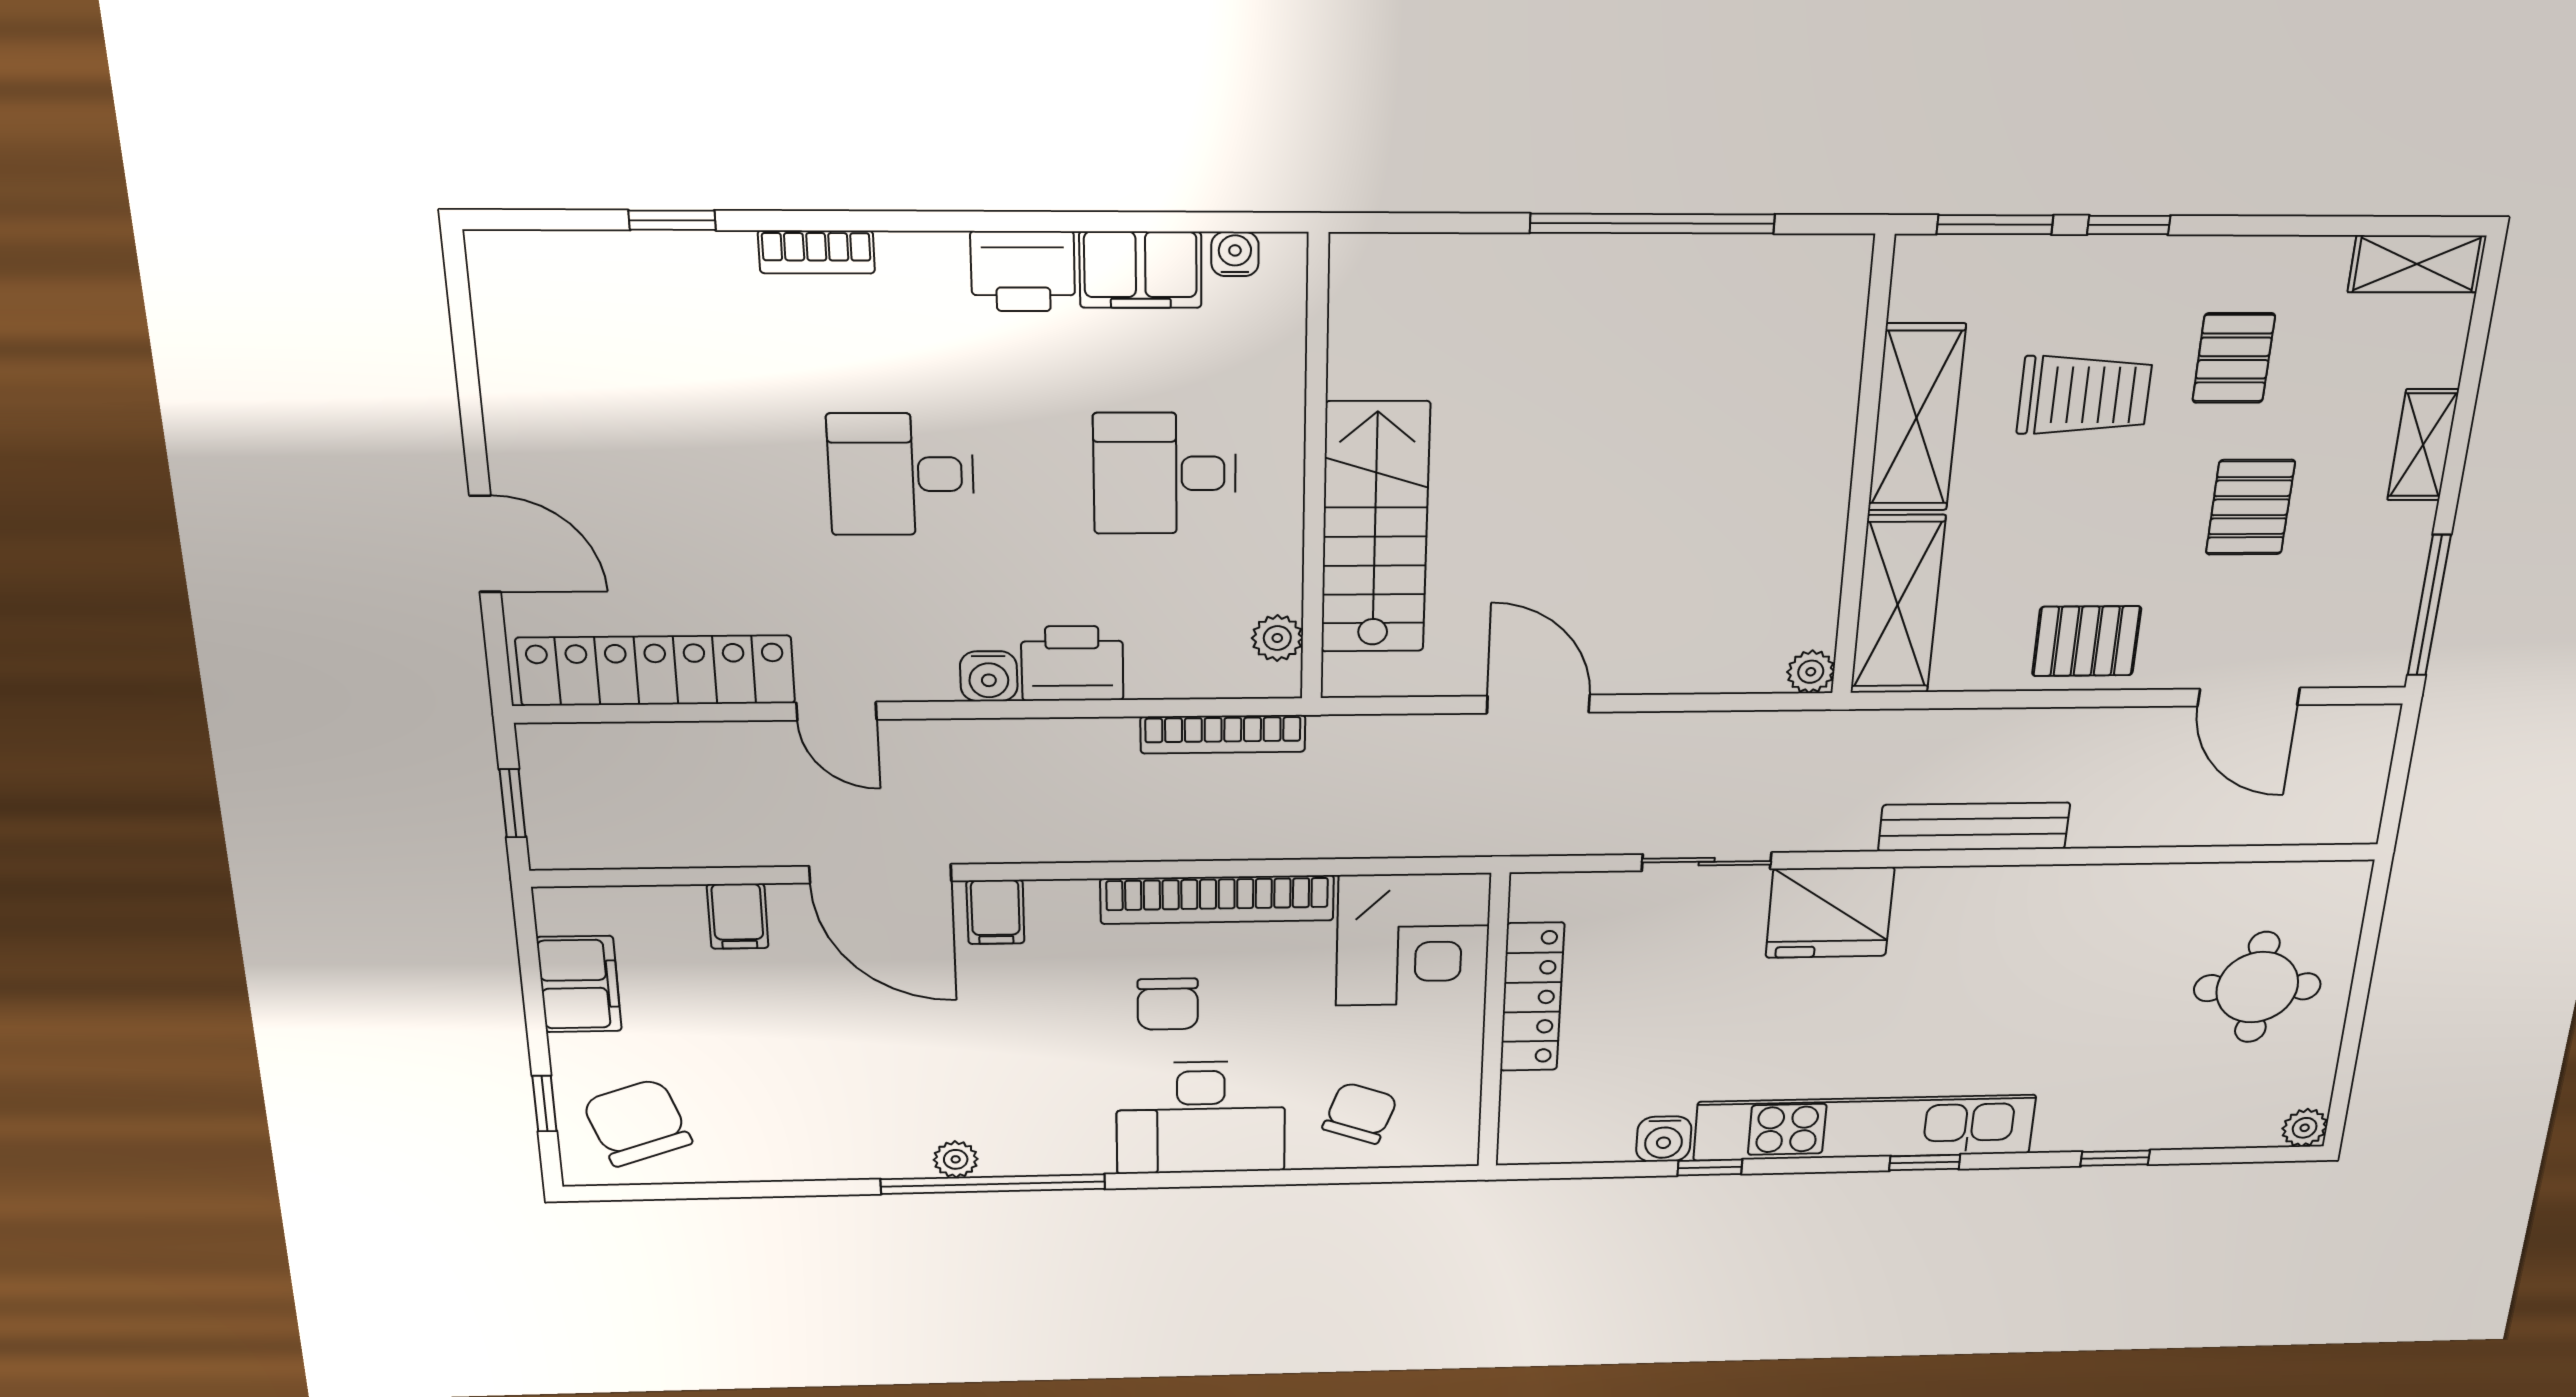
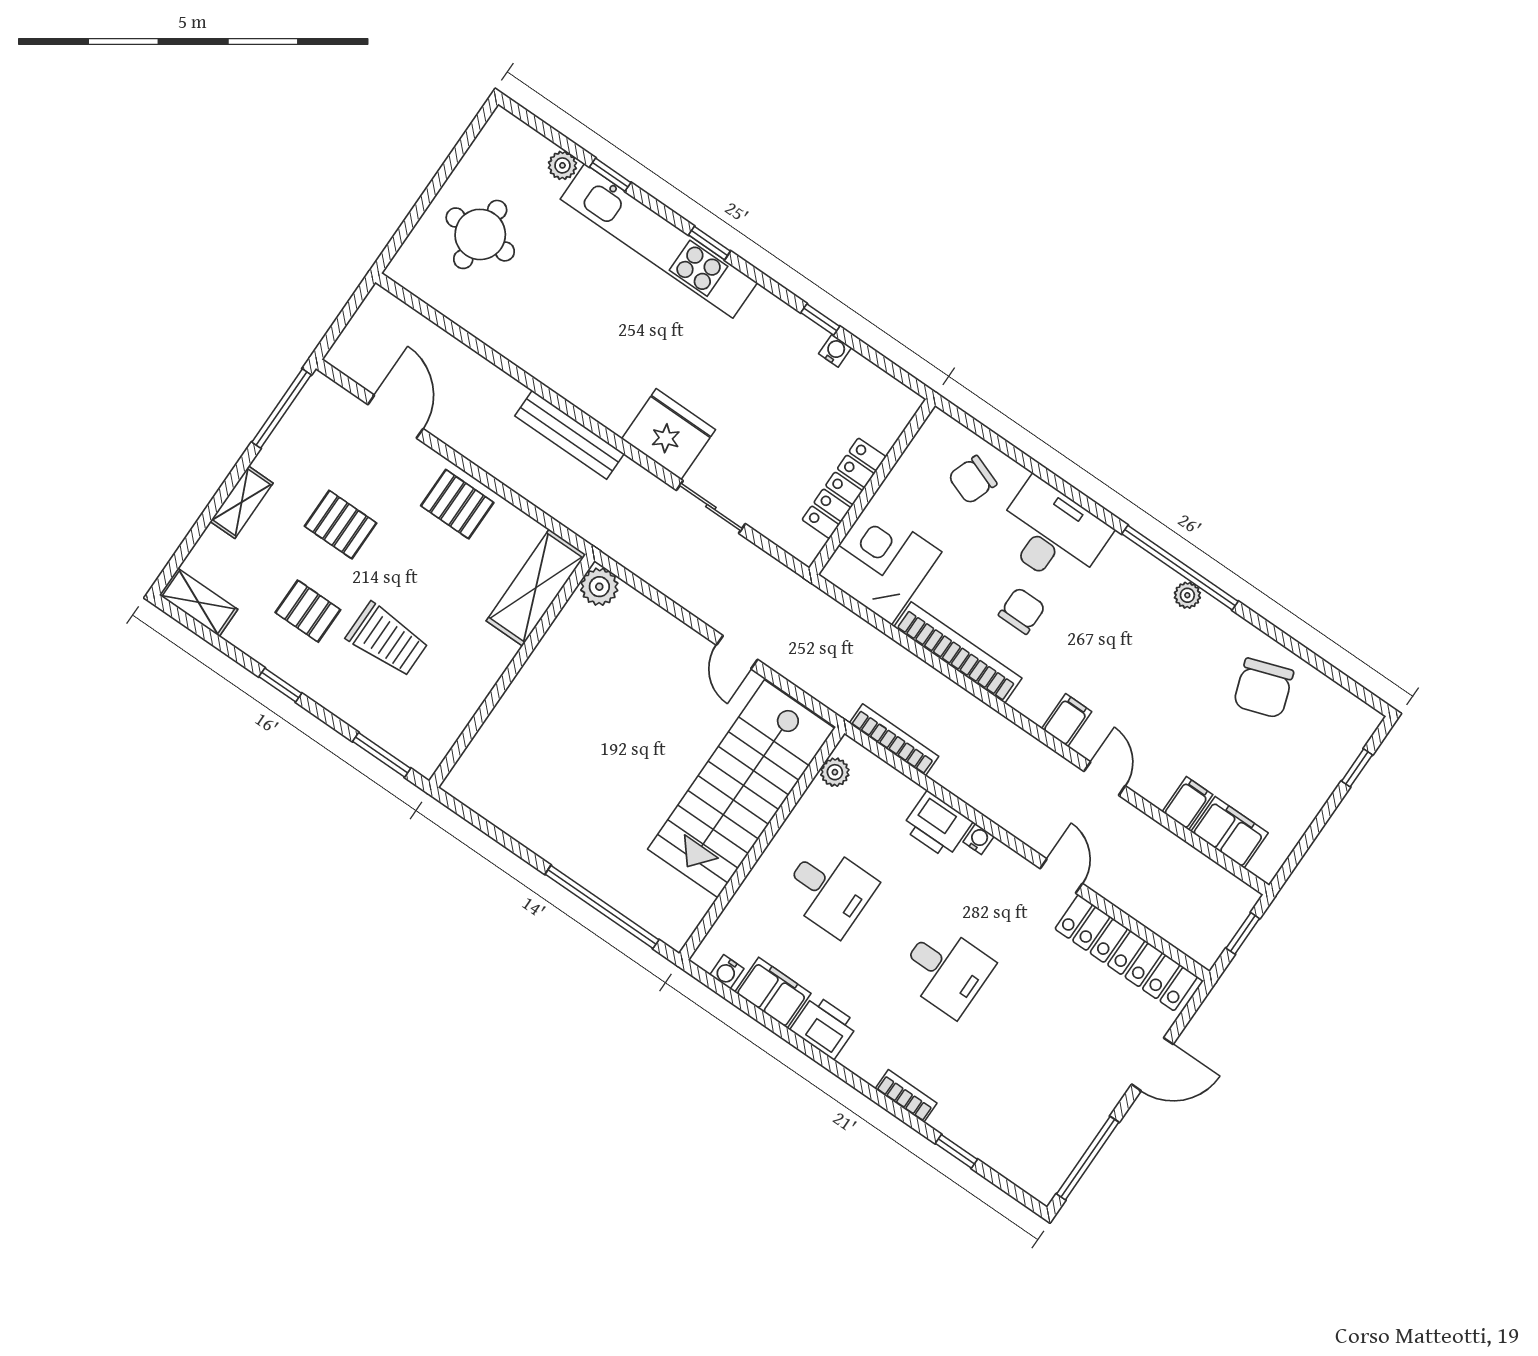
window: (1652, 224) -> (602, 907), moved
window: (2129, 225) -> (280, 685), moved
window: (464, 346) -> (1088, 1158), added
pallet: (2234, 358) -> (308, 611), turned 90
trolley: (2084, 395) -> (387, 640), turned 180
shelving: (1917, 418) -> (471, 681), removed
pallet: (2250, 507) -> (341, 525), turned 90
stairs: (1375, 528) -> (741, 789), width x1.36, depth x1.51
door: (485, 544) -> (1152, 1064), swing flipped
plant: (1811, 672) -> (599, 587), width x1.38, depth x1.38
water cooler: (989, 676) -> (979, 839), width x0.72, depth x0.72
door: (1538, 704) -> (737, 652), width x0.73
door: (880, 874) -> (1105, 779), width x0.53
filing cabinet: (579, 984) -> (1230, 832), moved, turned 90
chair: (637, 1123) -> (1263, 688), moved
kitchen unit: (1865, 1128) -> (659, 241), moved
plant: (2305, 1128) -> (562, 165), moved
water cooler: (1664, 1139) -> (835, 351), width x0.72, depth x0.72

